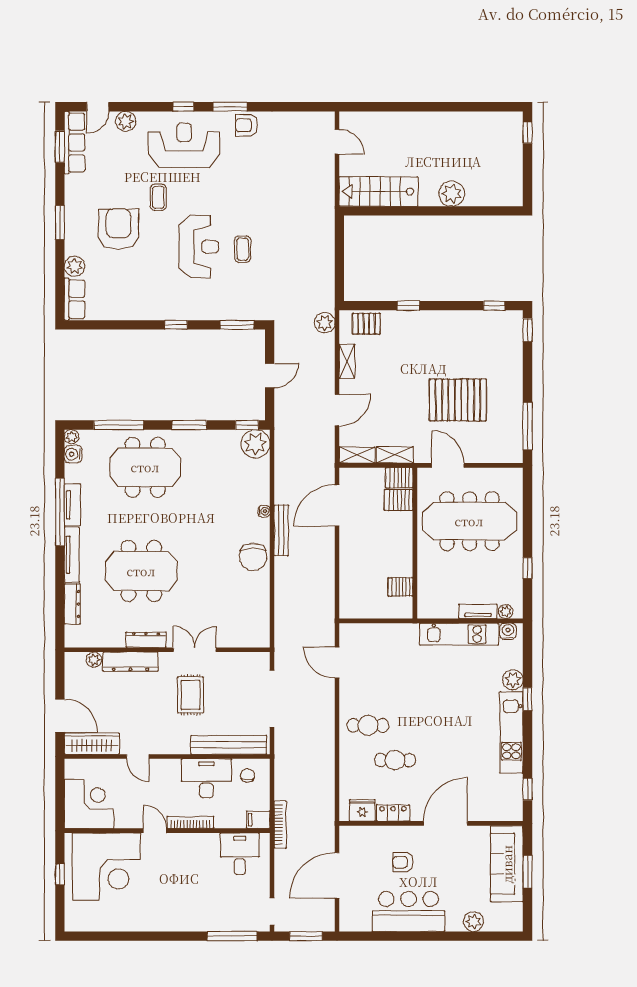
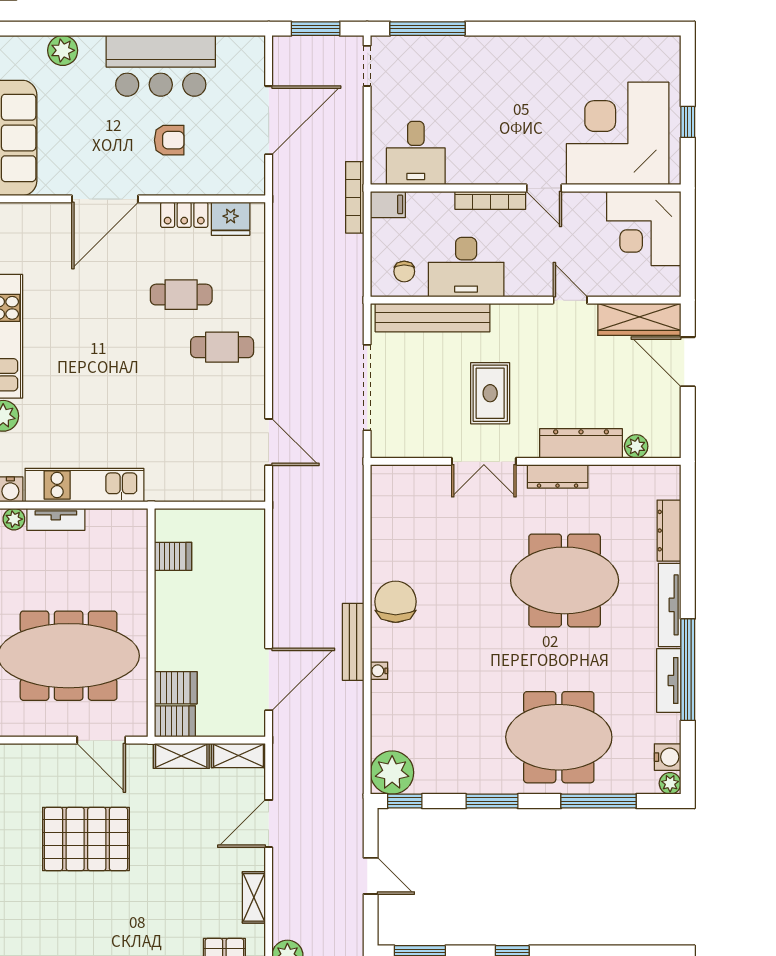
door: (270, 376) -> (371, 876), swing flipped

